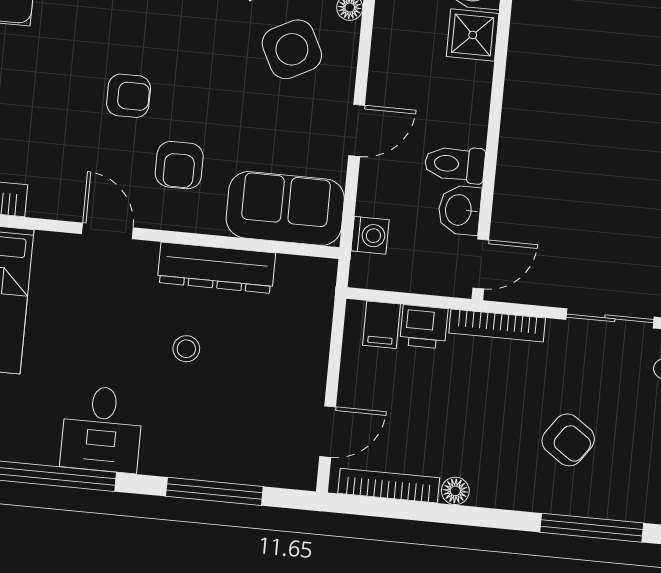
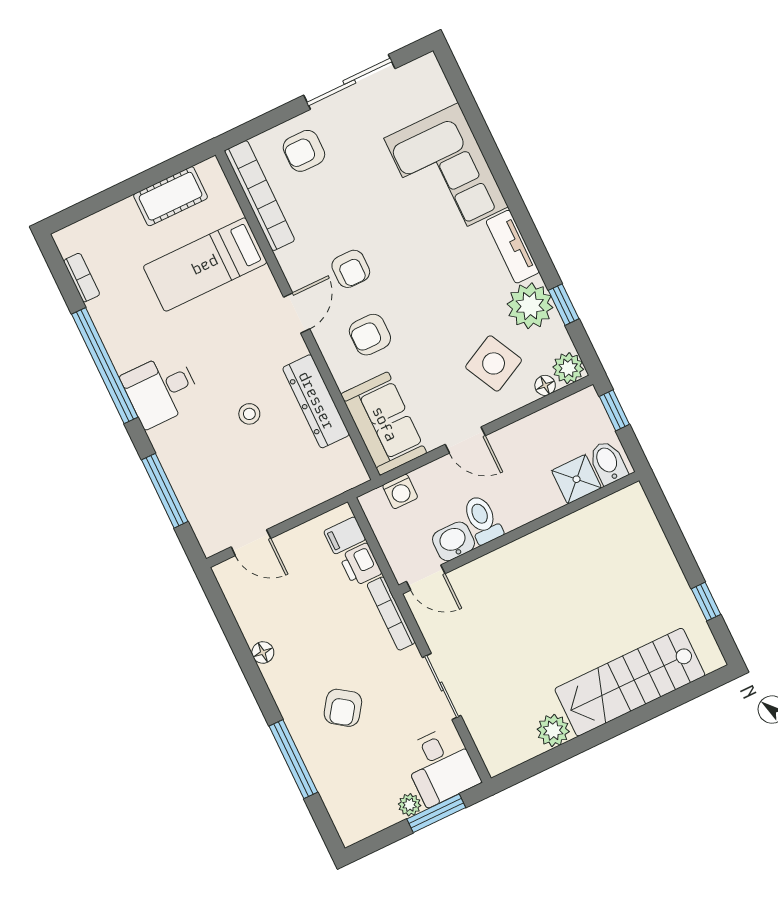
armchair: (129, 96) -> (351, 269), moved
bookcase: (389, 486) -> (239, 606), removed

